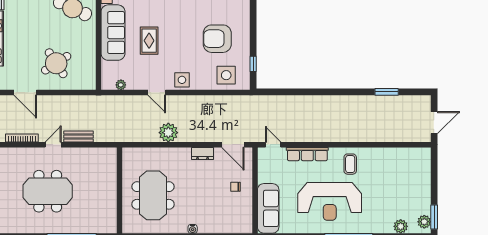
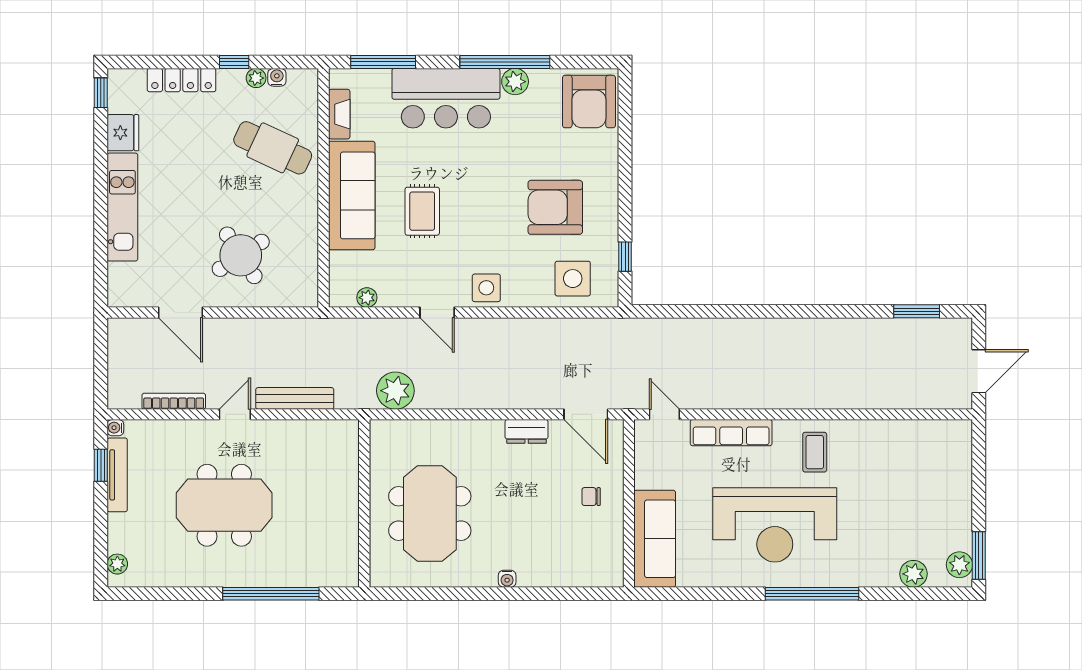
window: (387, 92) -> (917, 311), moved
plant: (168, 133) -> (395, 391), moved
bench: (79, 136) -> (295, 398), width x1.36

